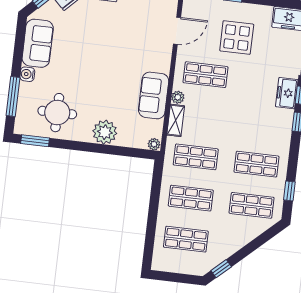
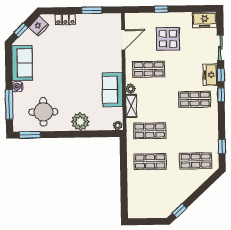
shop shelf: (256, 164) -> (195, 99), moved
shop shelf: (186, 239) -> (151, 192), removed

